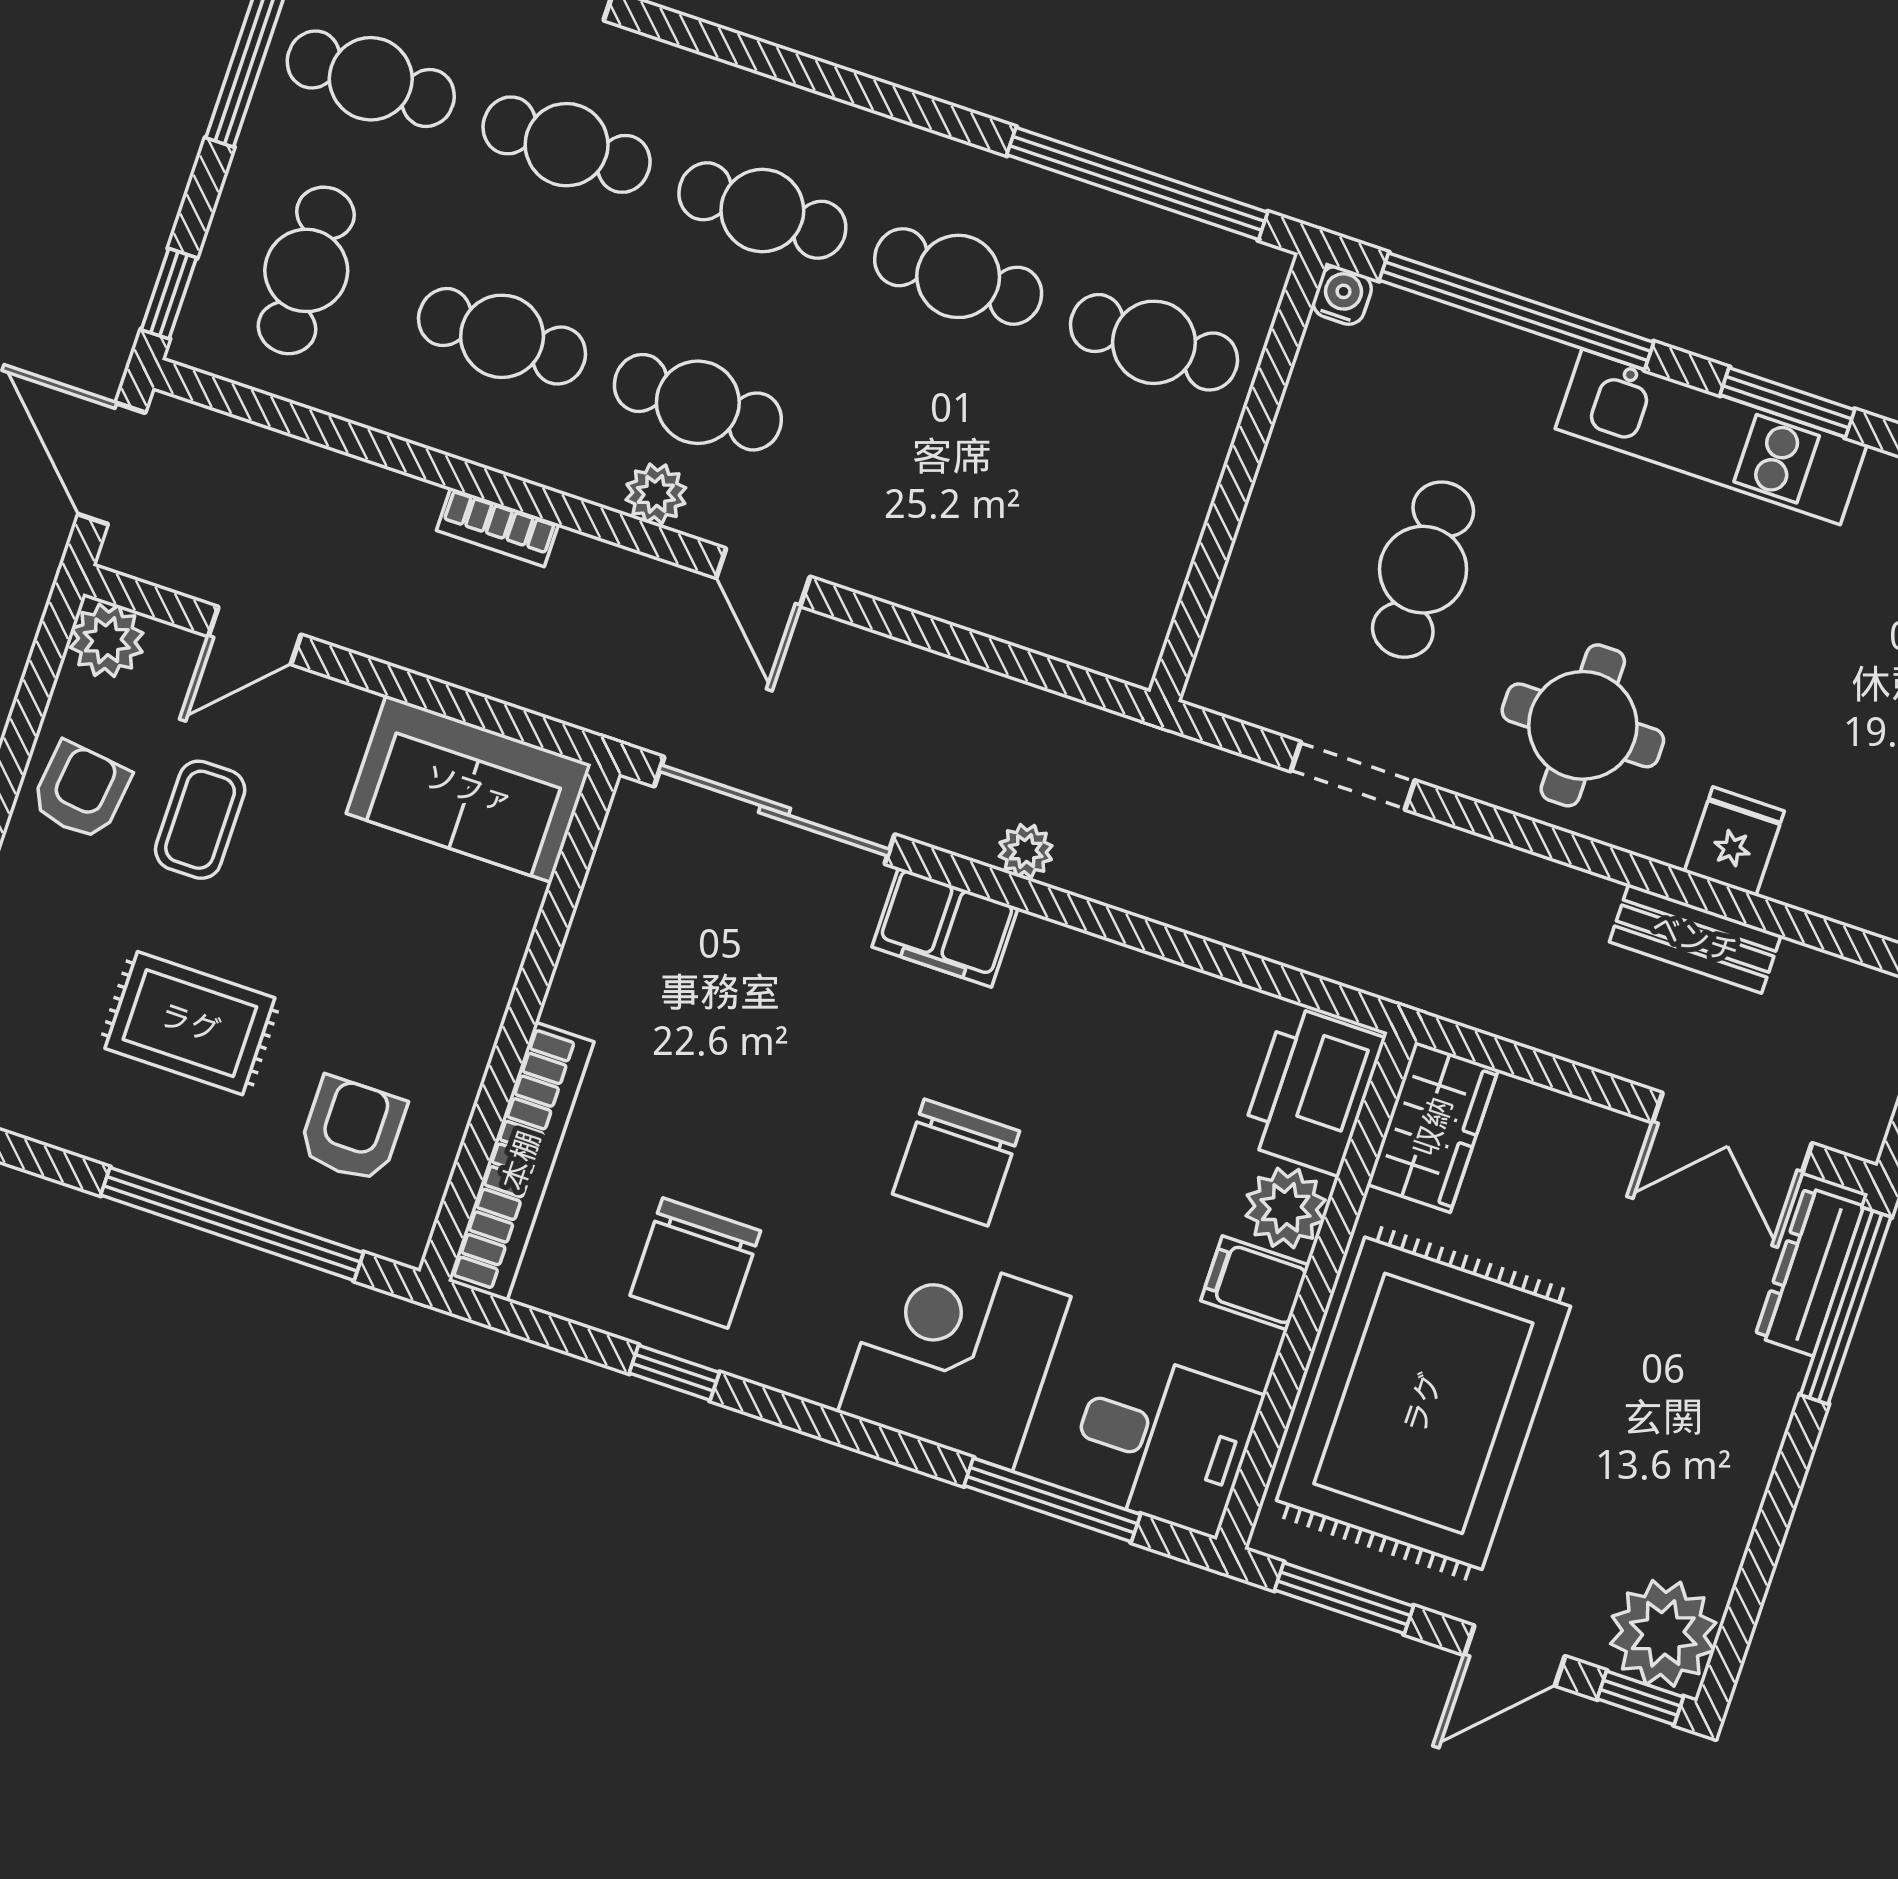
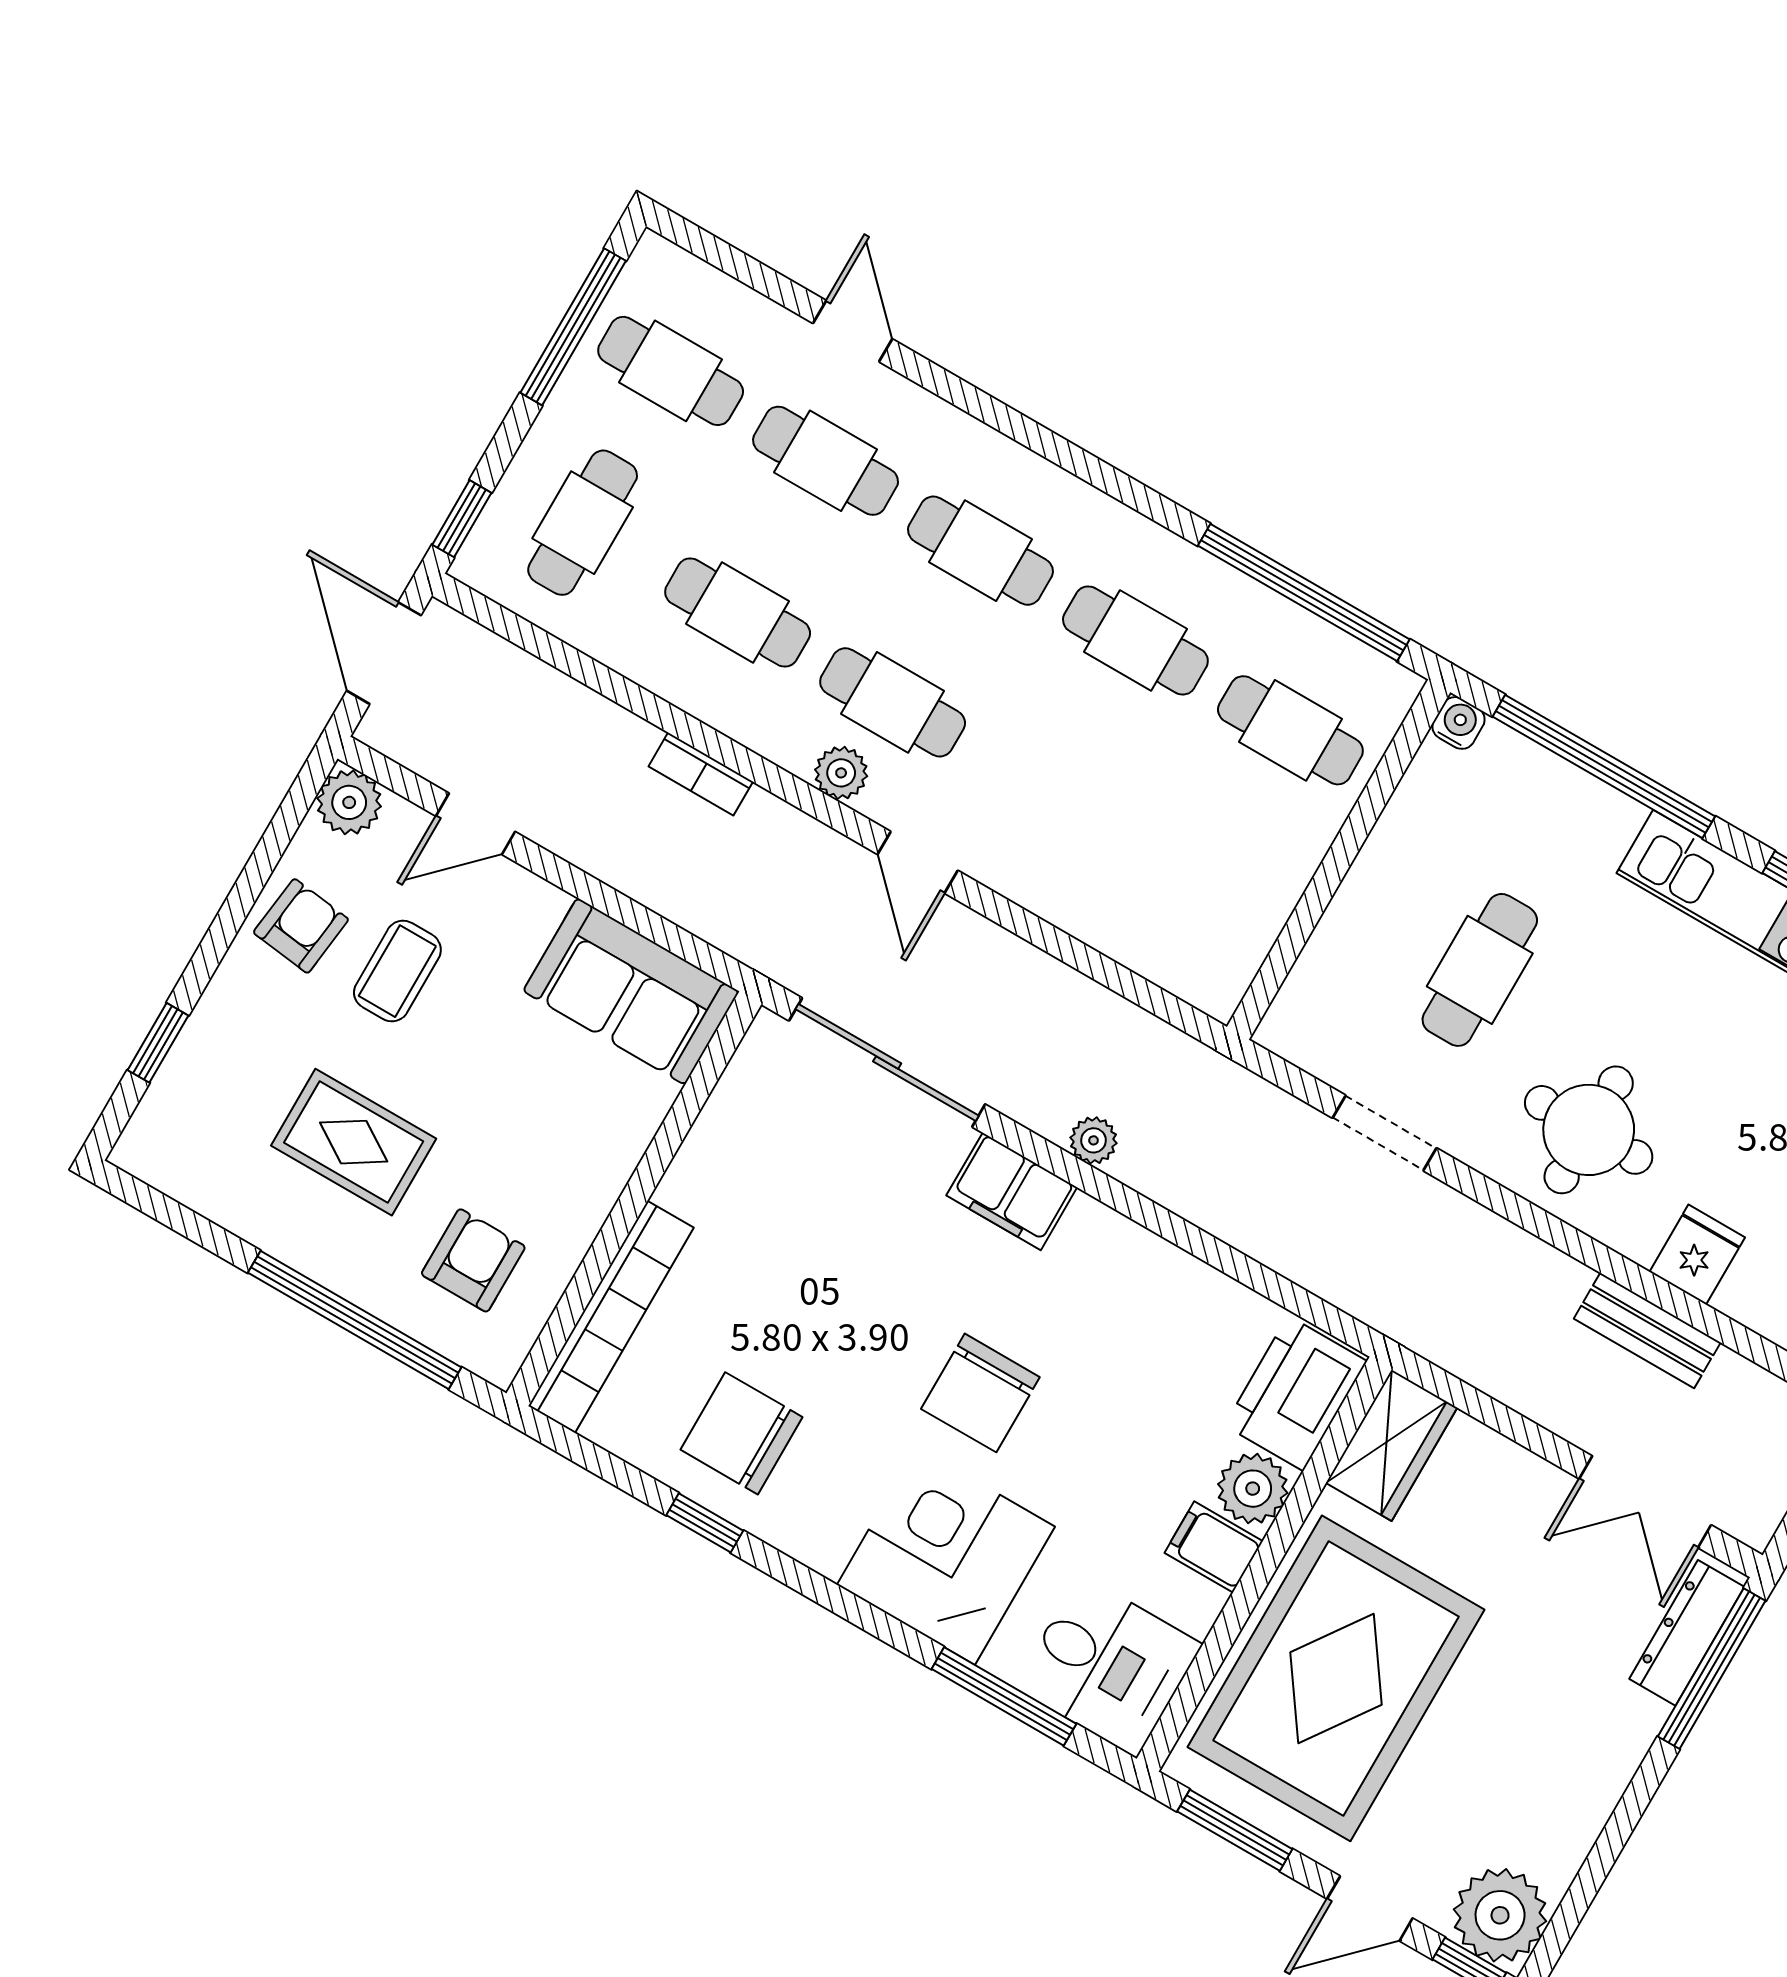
chair: (695, 1263) -> (742, 1433), turned 90

